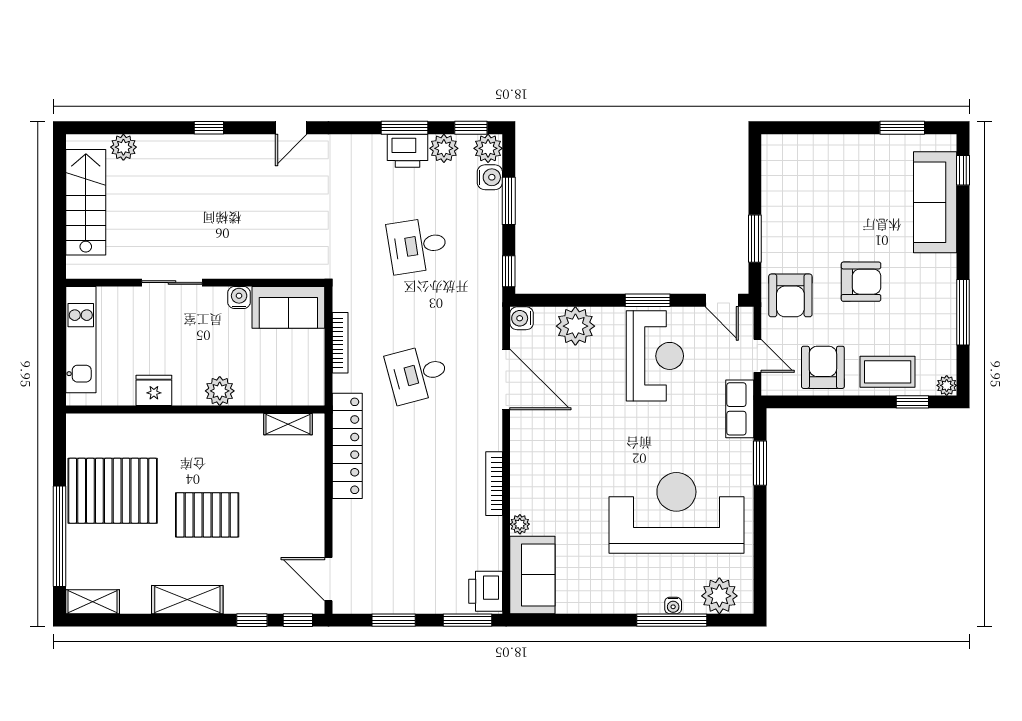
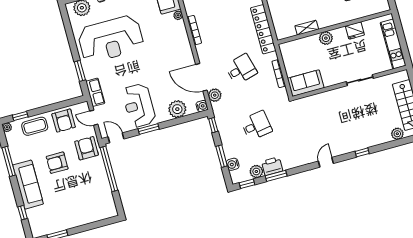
plant: (488, 148) -> (215, 95), moved
window: (963, 170) -> (23, 213), moved
sofa: (935, 202) -> (28, 185), moved
window: (755, 239) -> (109, 169), width x2.11
water cooler: (239, 298) -> (329, 81), removed
shelving: (288, 424) -> (307, 28), moved

